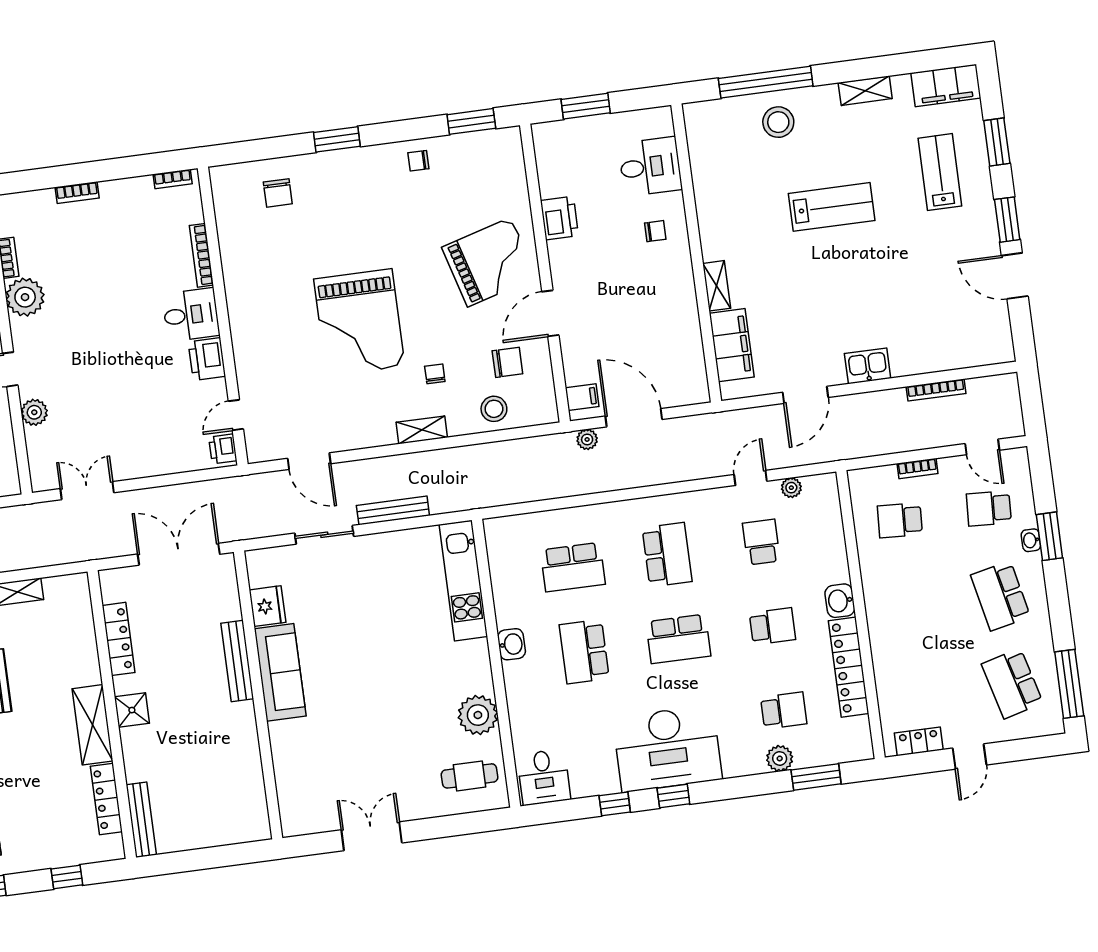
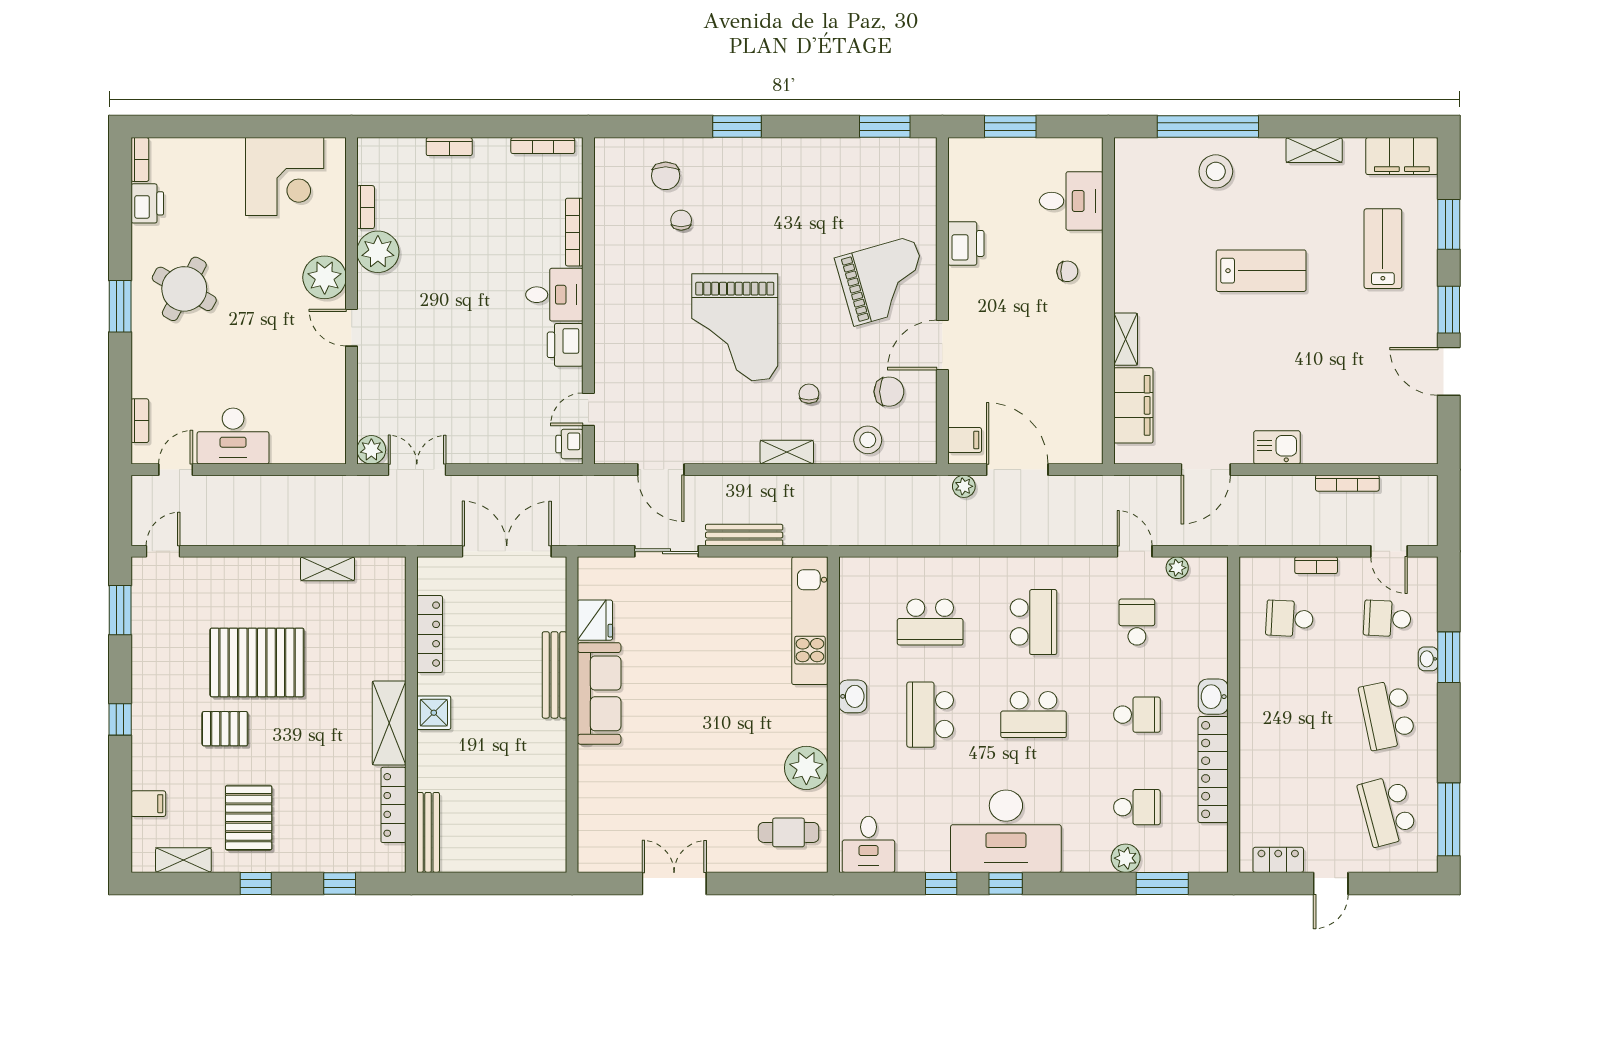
chair: (418, 161) -> (681, 220), moved, turned 90
bookcase: (173, 179) -> (543, 146), width x1.56
plant: (34, 412) -> (371, 450), moved
door: (751, 478) -> (1135, 551), hinge flipped

